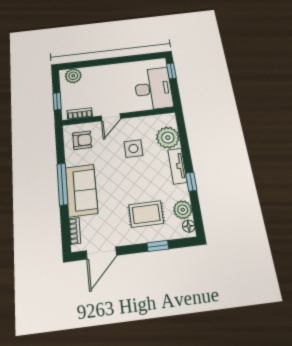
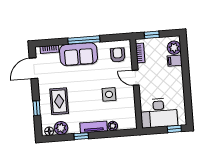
filing cabinet: (89, 74) -> (175, 61), added
plant: (168, 138) -> (113, 126), width x0.53, depth x0.53
armchair: (82, 140) -> (118, 55), turned 180
door: (101, 253) -> (34, 68), hinge flipped

